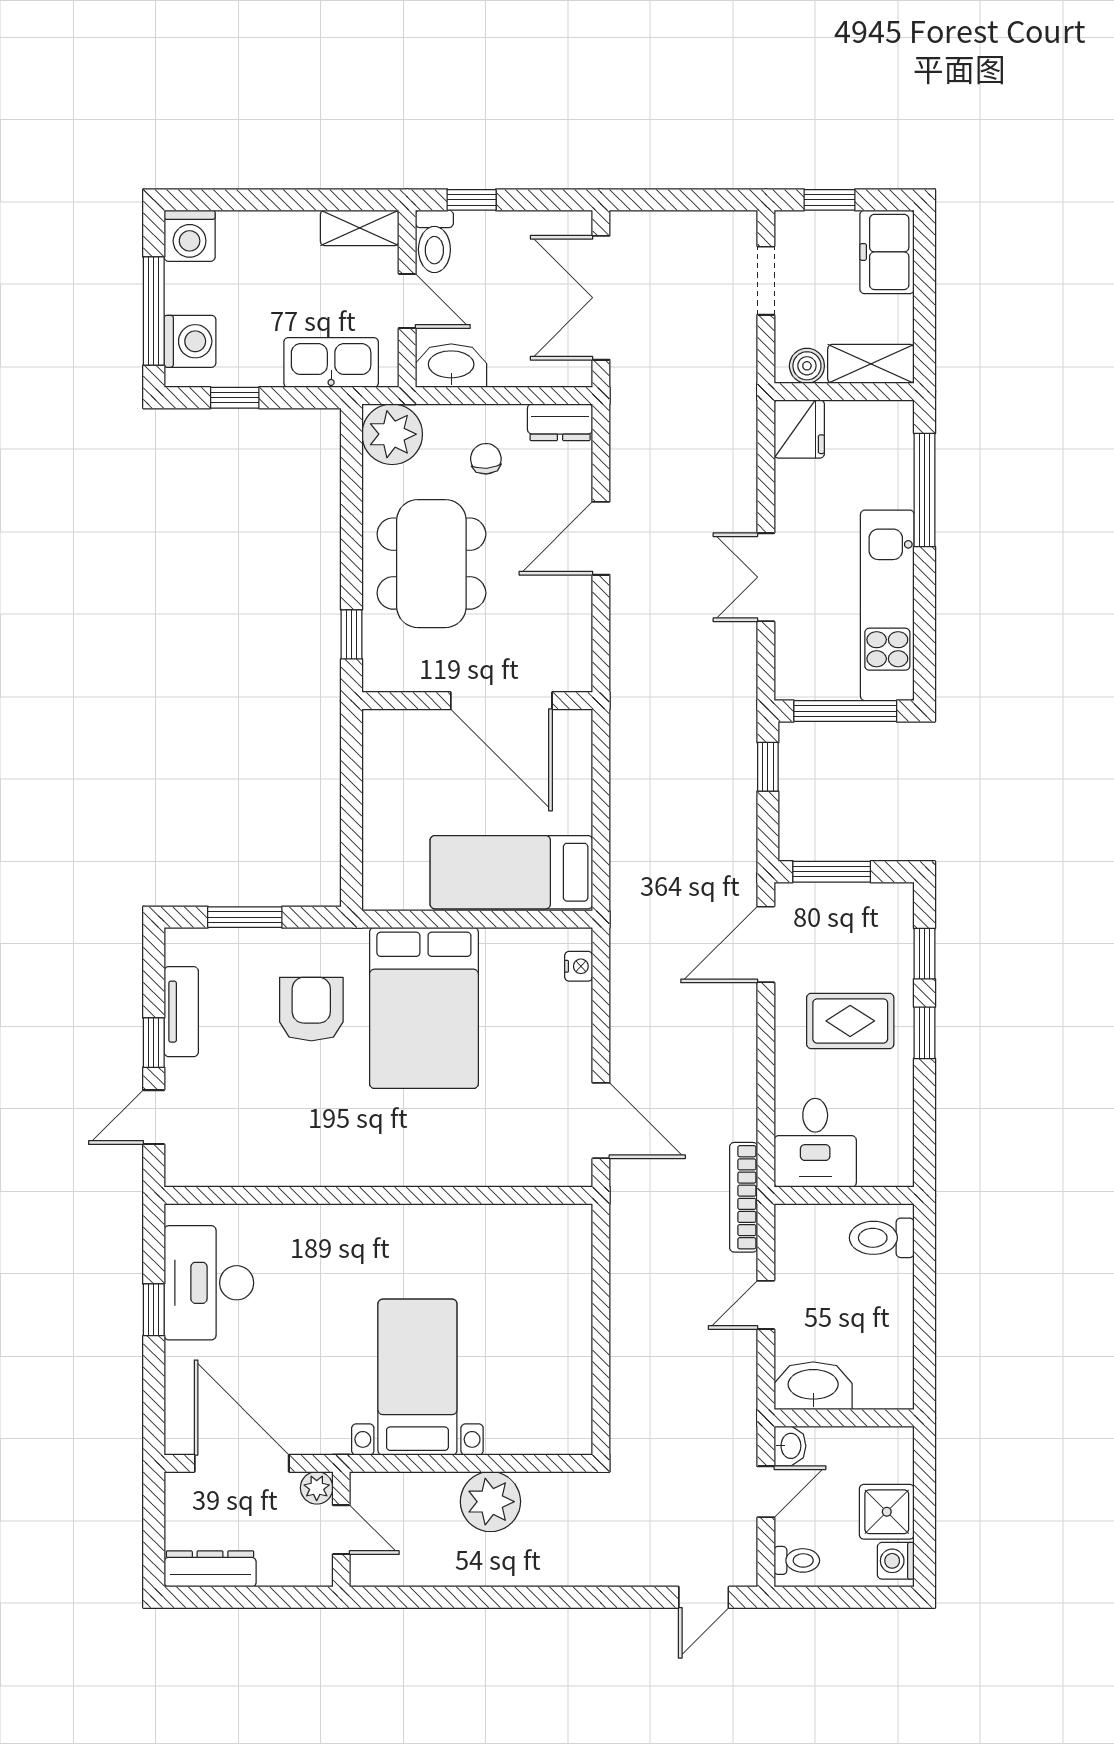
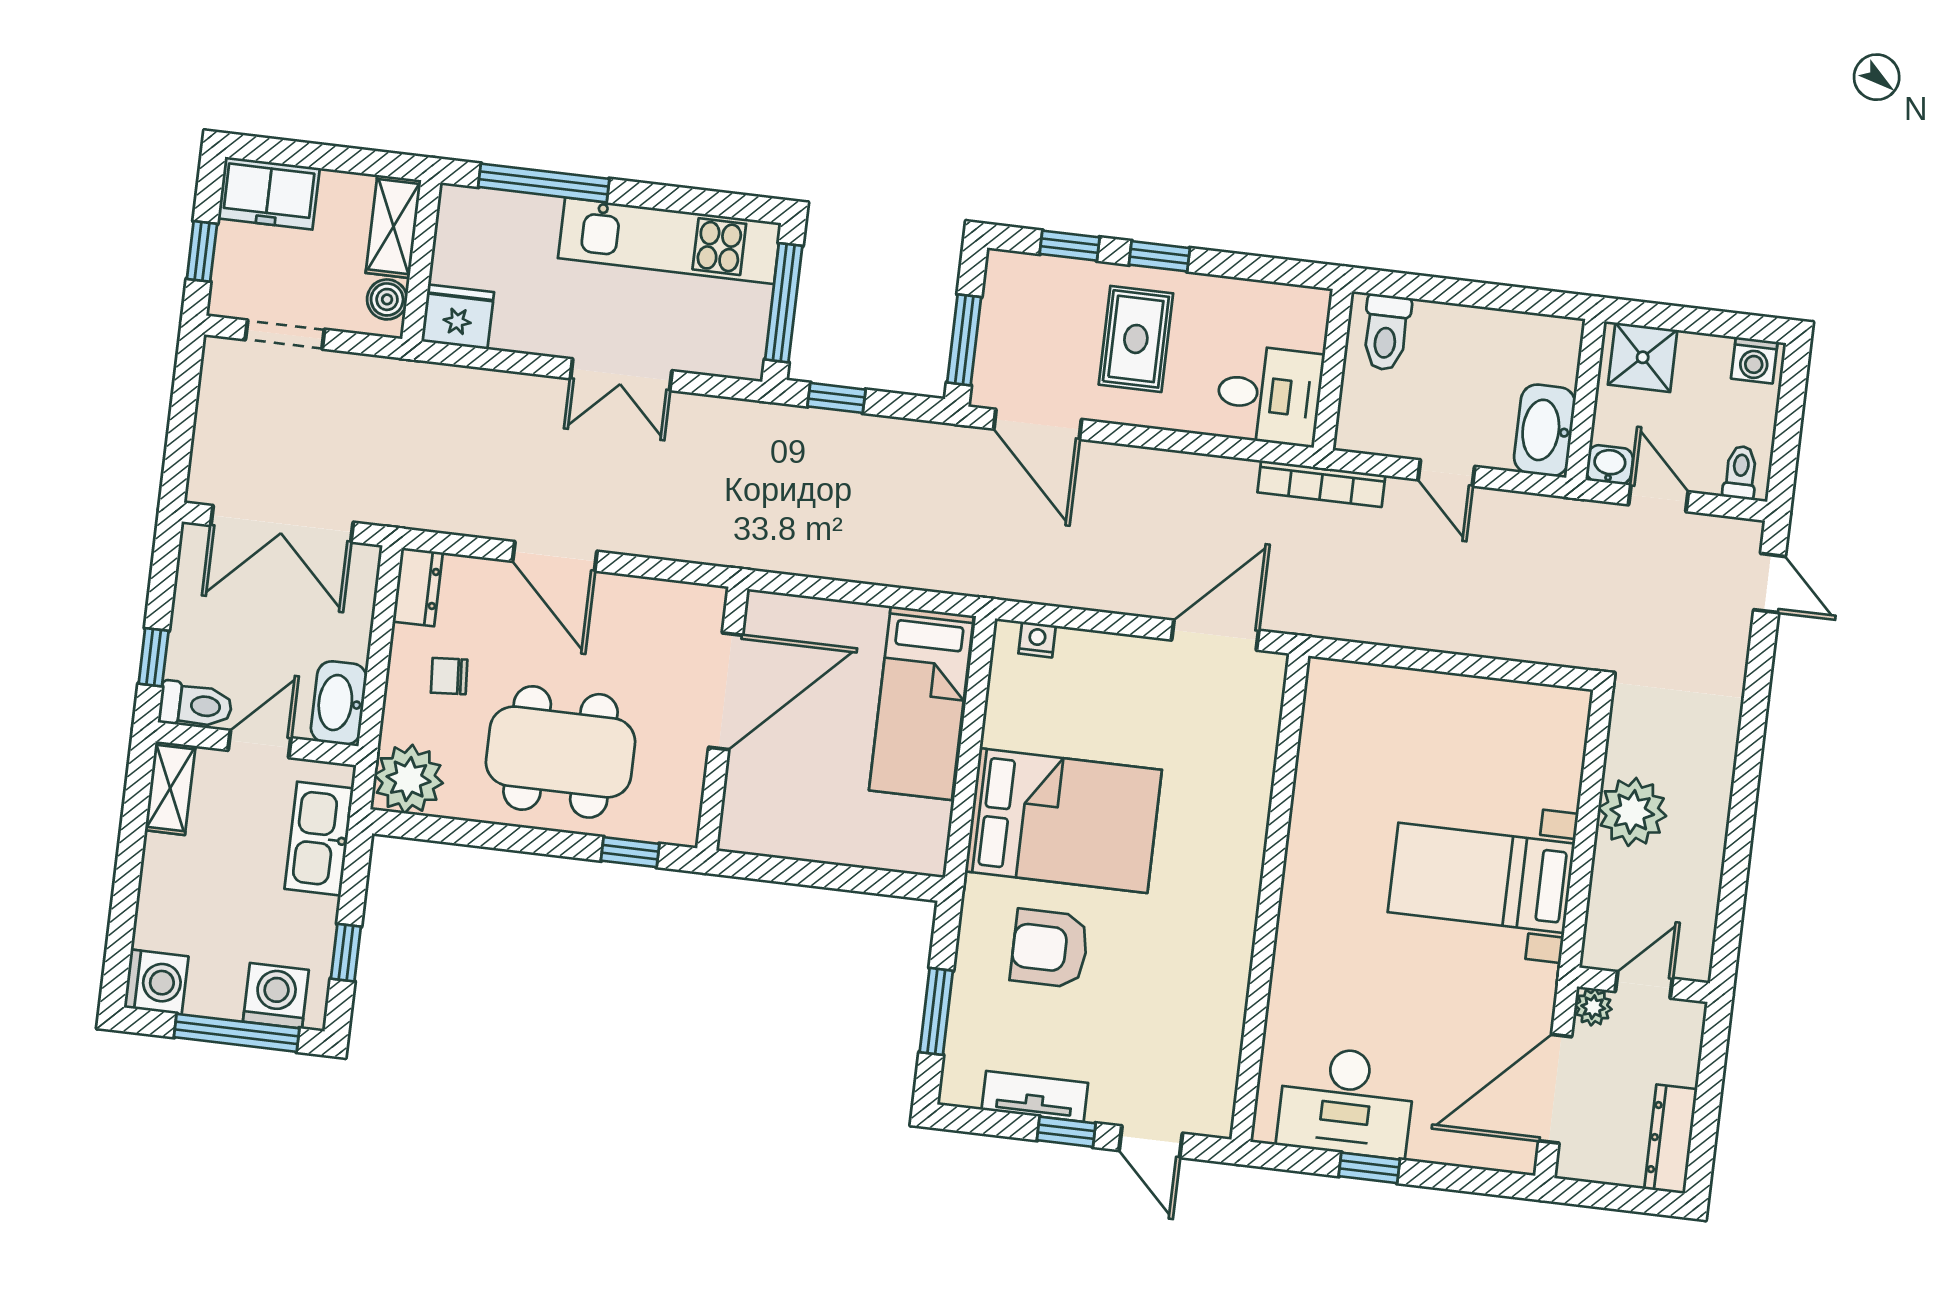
shower: (887, 1512) -> (1643, 357), moved

